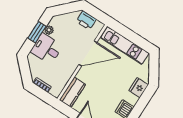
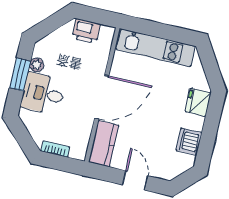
door: (88, 53) -> (102, 97), moved

